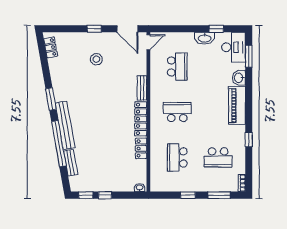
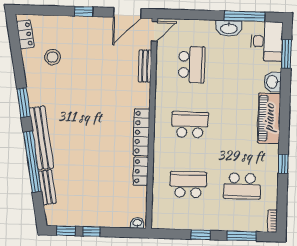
door: (127, 29) -> (127, 13), hinge flipped
window: (216, 29) -> (245, 16), width x2.17
stool: (96, 59) -> (53, 57), moved
bench: (142, 88) -> (145, 66), moved
school desk: (177, 157) -> (188, 185), turned 90

